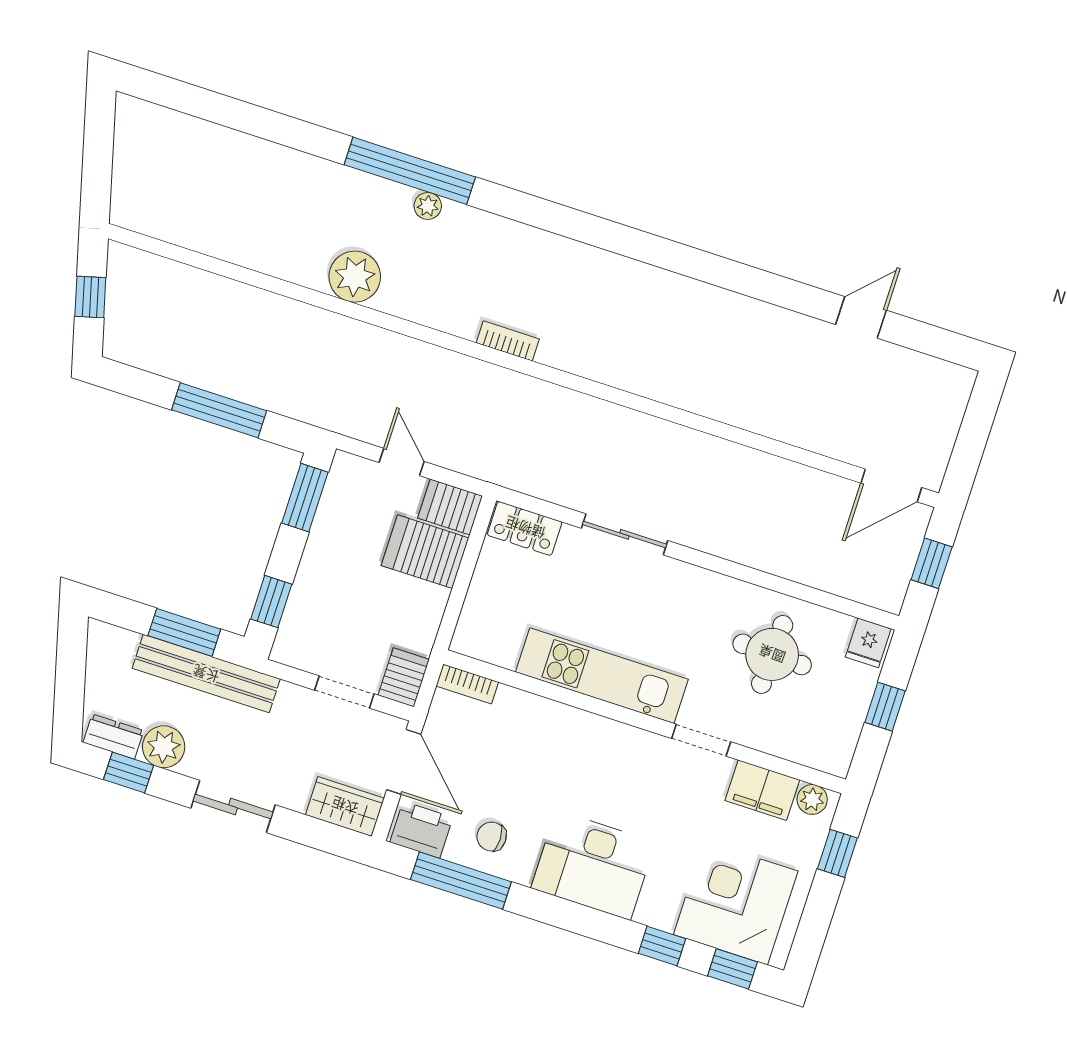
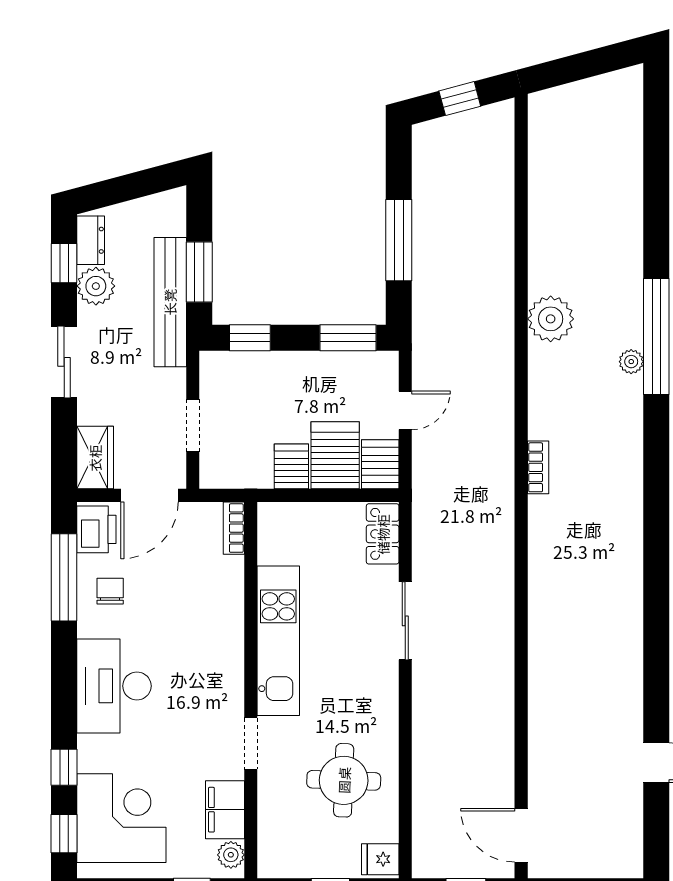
server rack: (404, 677) -> (291, 466), moved, turned -90

